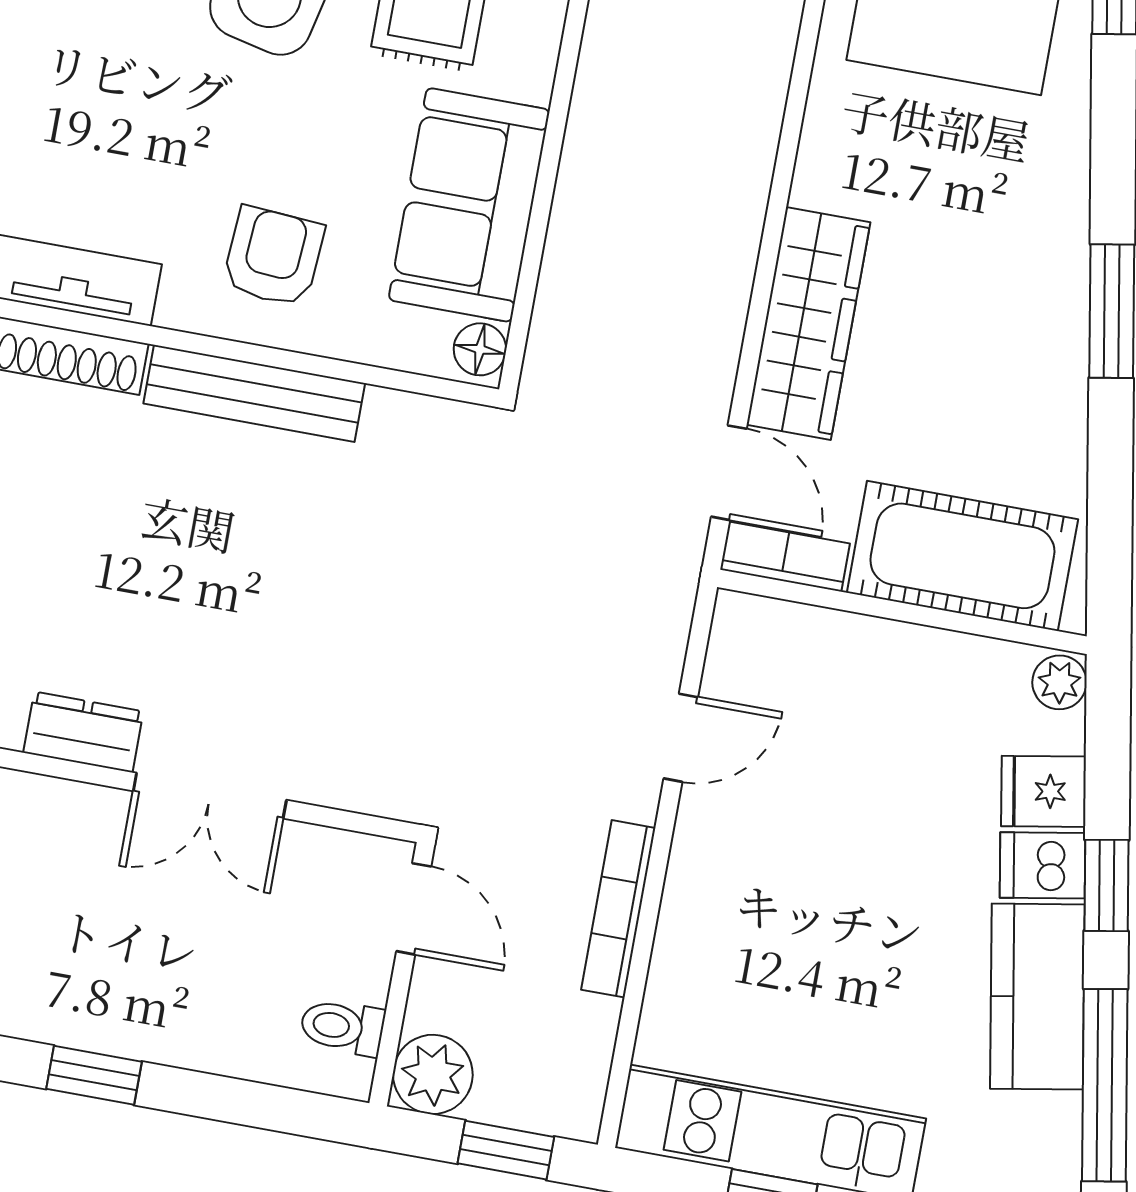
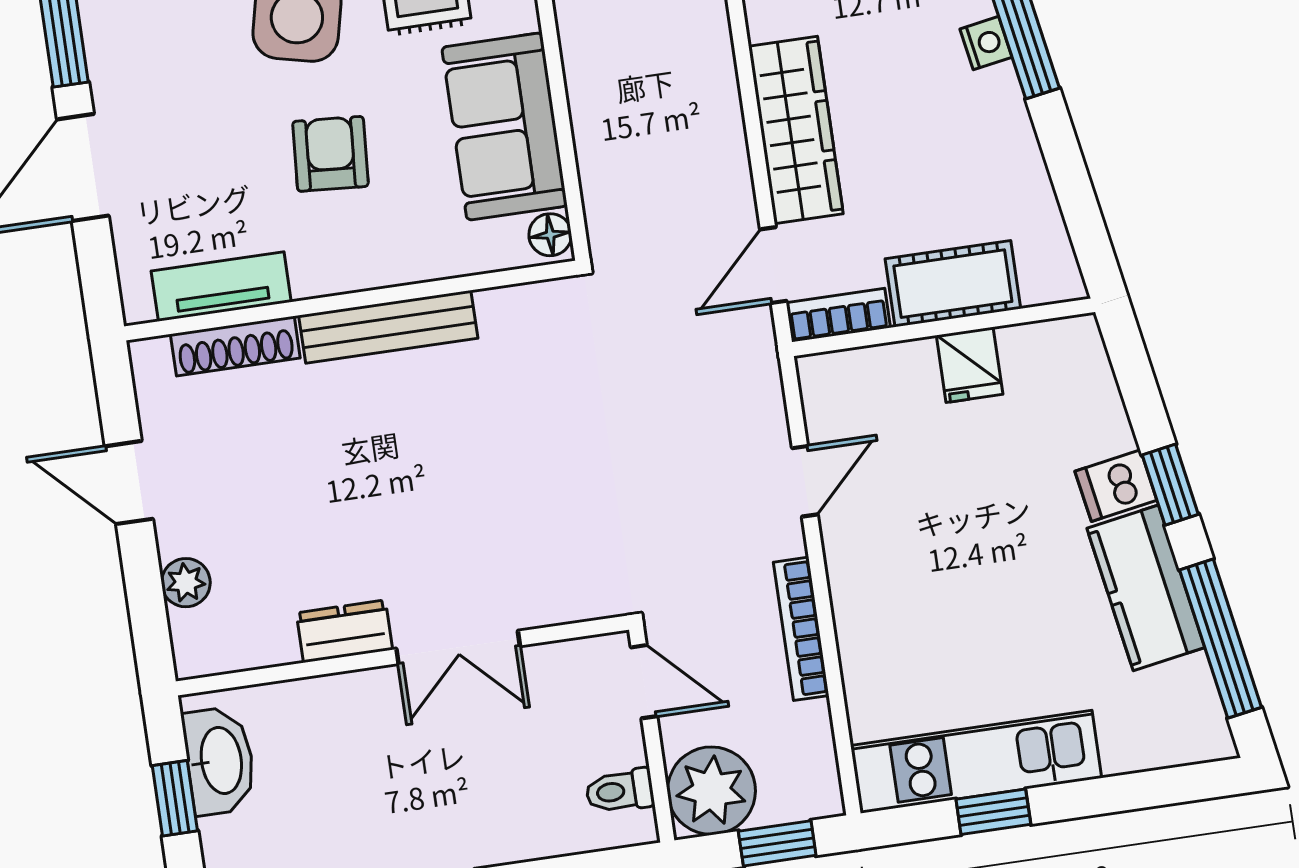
armchair: (273, 257) -> (330, 154), moved
nightstand: (1065, 297) -> (986, 43), added
door: (729, 473) -> (773, 265), swing flipped
cot: (962, 556) -> (953, 284), width x0.73, depth x0.75
plant: (1059, 682) -> (1082, 341), removed
fridge: (1044, 791) -> (970, 365), moved, turned -80
plant: (433, 1074) -> (711, 791), width x1.36, depth x1.36

